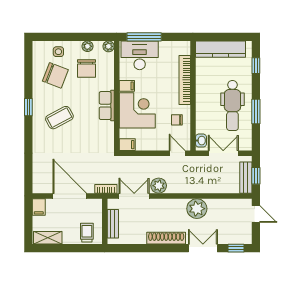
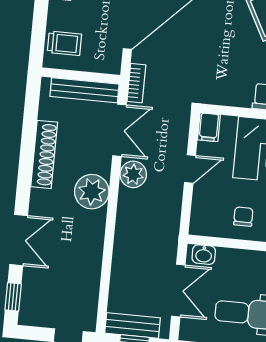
door: (177, 153) -> (190, 169), moved
plant: (197, 209) -> (92, 192), moved
bench: (113, 224) -> (84, 90), width x1.36
shoe rack: (166, 238) -> (44, 154), moved

